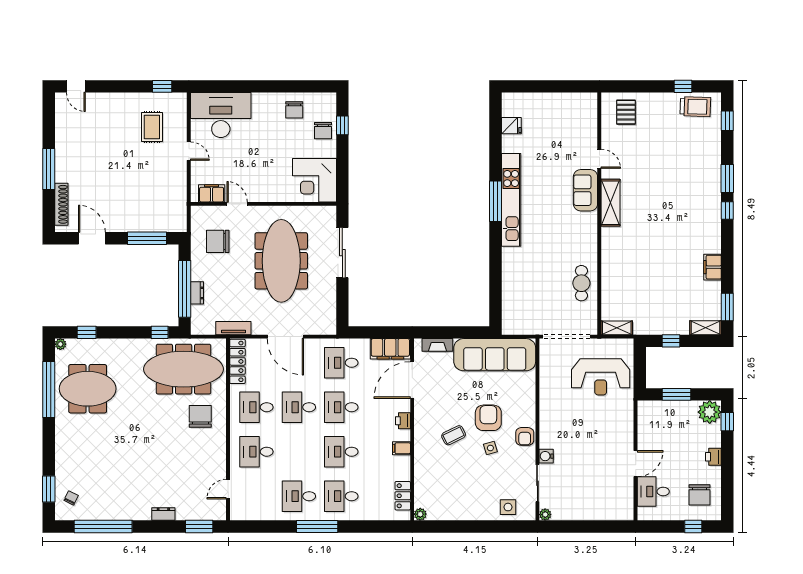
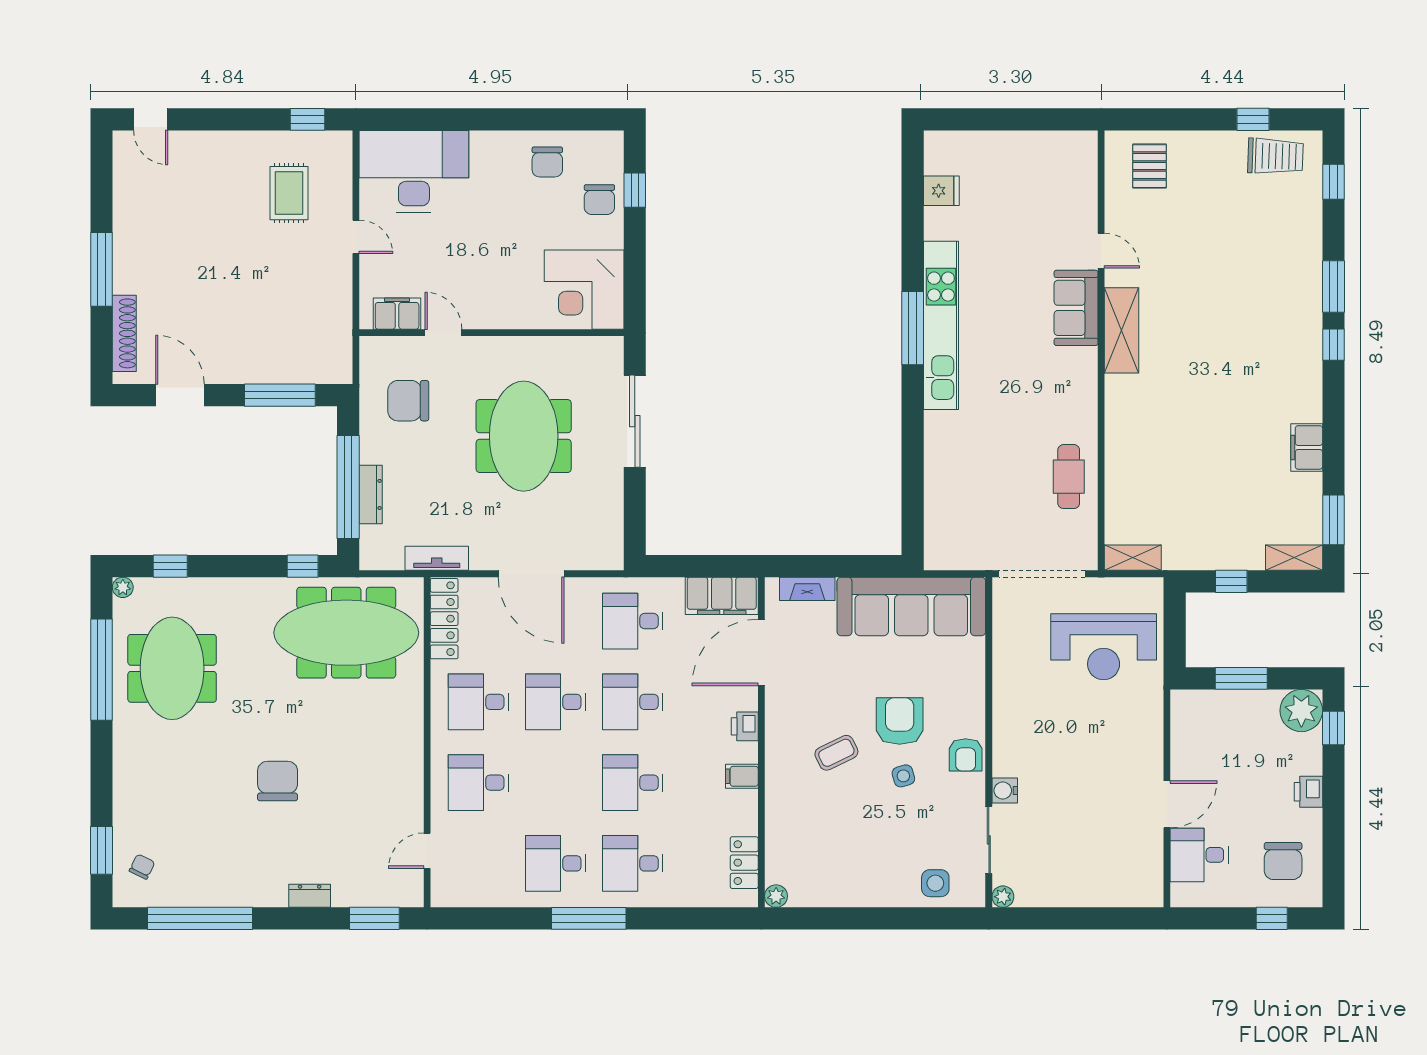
meeting table: (281, 261) -> (524, 436), width x0.73
dresser: (197, 293) -> (371, 494), width x1.44
meeting table: (88, 389) -> (172, 668), turned 90
chair: (200, 416) -> (278, 781), moved

